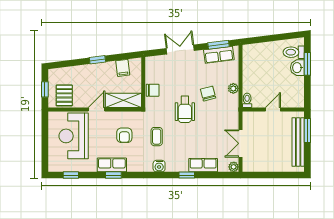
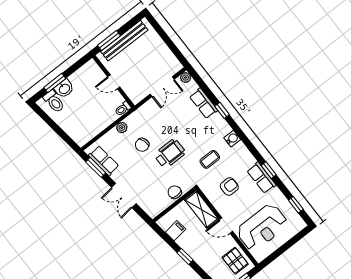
pallet: (64, 95) -> (235, 261), turned 90

